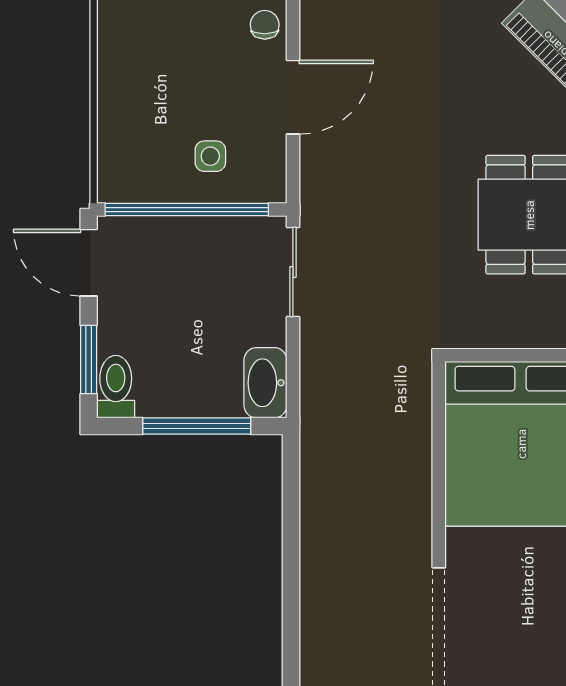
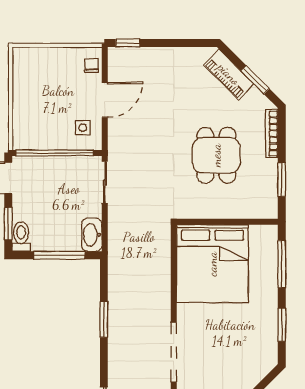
side table: (210, 156) -> (83, 128), moved
window: (291, 561) -> (104, 319), added

